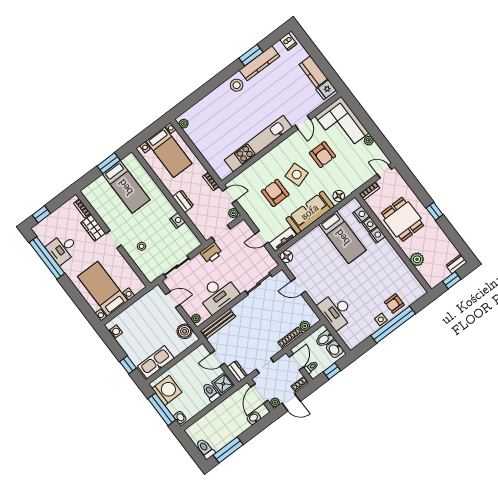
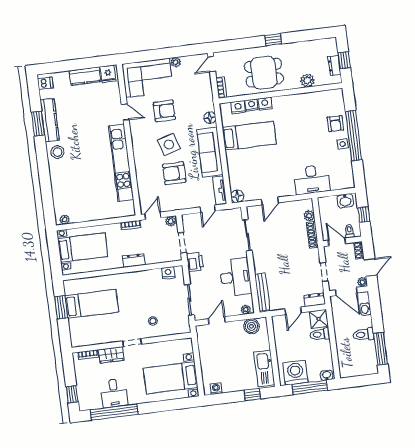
nightstand: (177, 220) -> (168, 273), moved
dresser: (457, 264) -> (334, 65), moved
bidet: (324, 339) -> (331, 205), removed
toilet: (205, 449) -> (363, 335), moved

